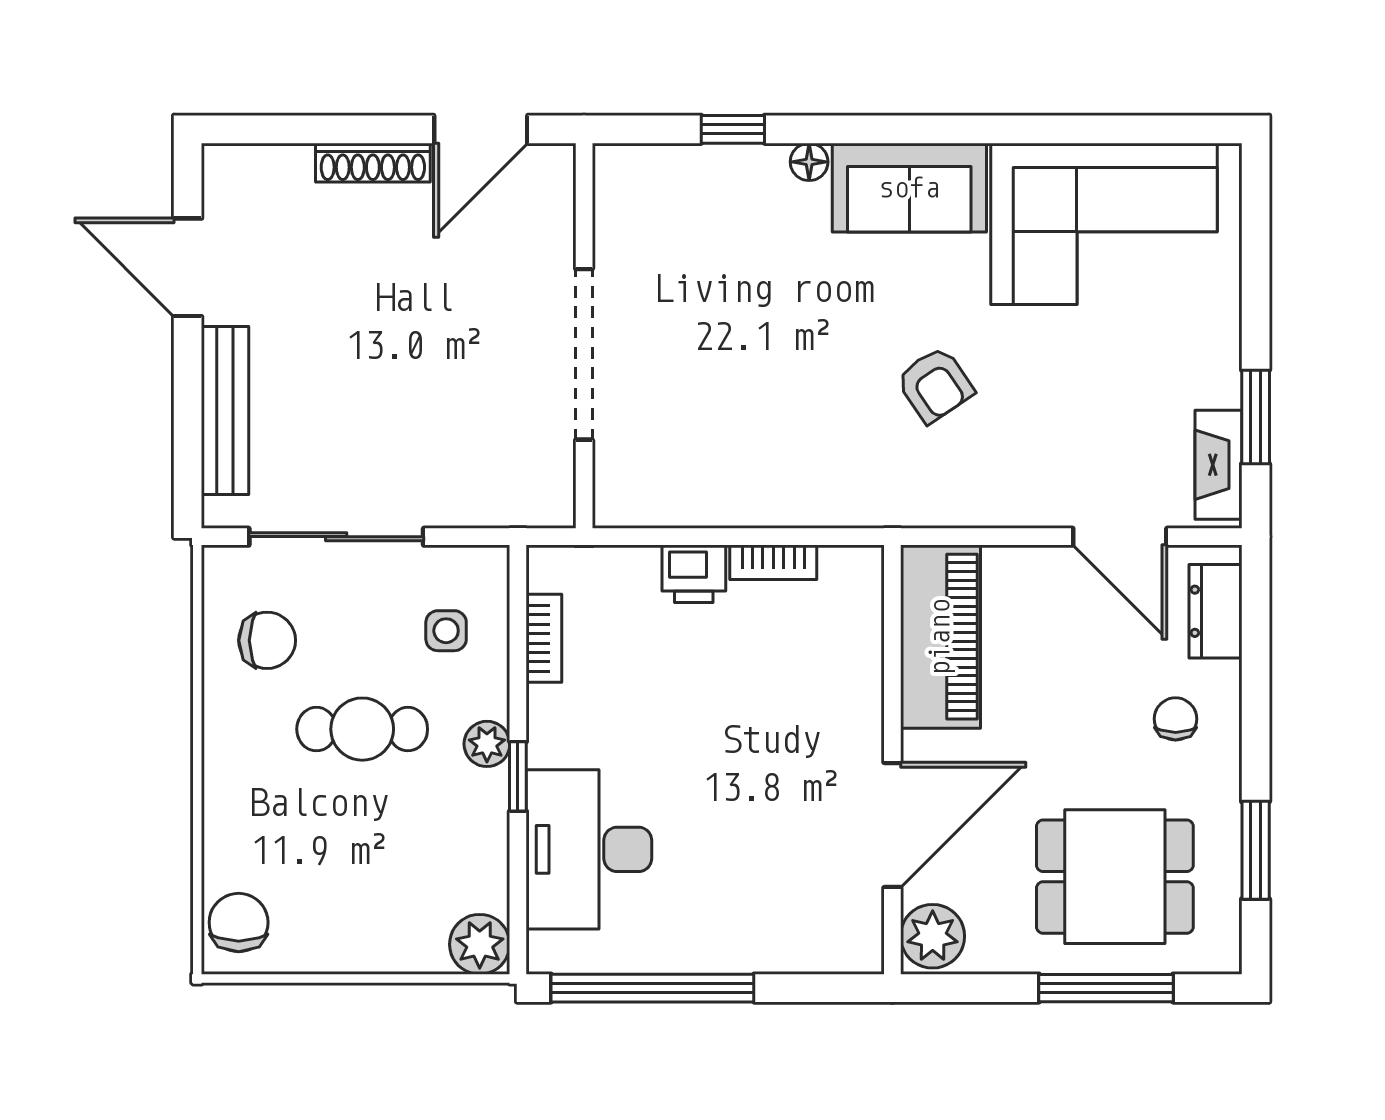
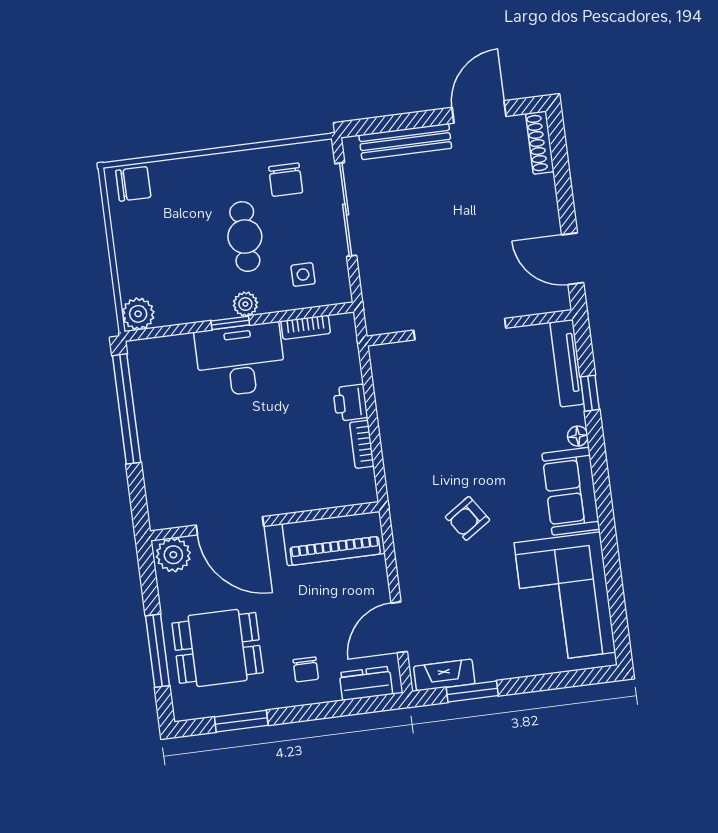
shoe rack: (373, 163) -> (540, 143), moved
tv unit: (672, 165) -> (567, 363), added
chair: (1176, 719) -> (306, 669), turned 90
desk: (589, 849) -> (240, 360), moved
dining table: (1115, 877) -> (218, 648), turned 90

